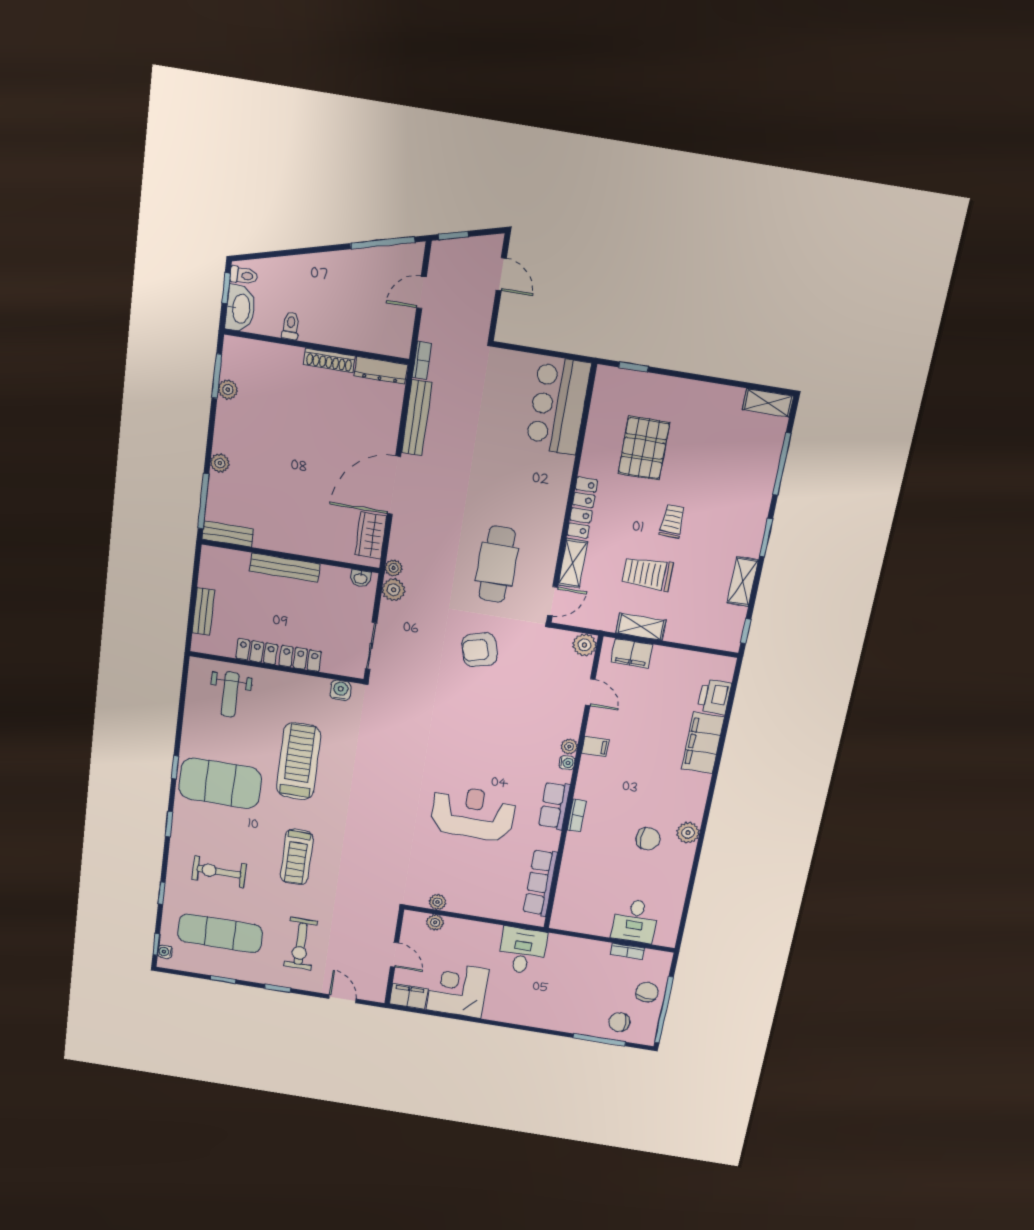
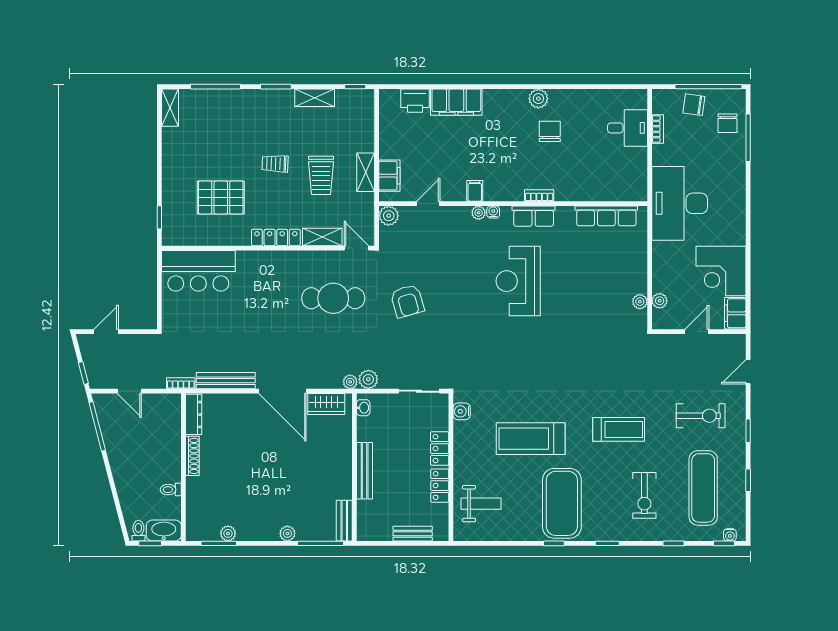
reception desk: (473, 813) -> (518, 281), moved
desk: (522, 951) -> (680, 203), width x1.87, depth x1.30

